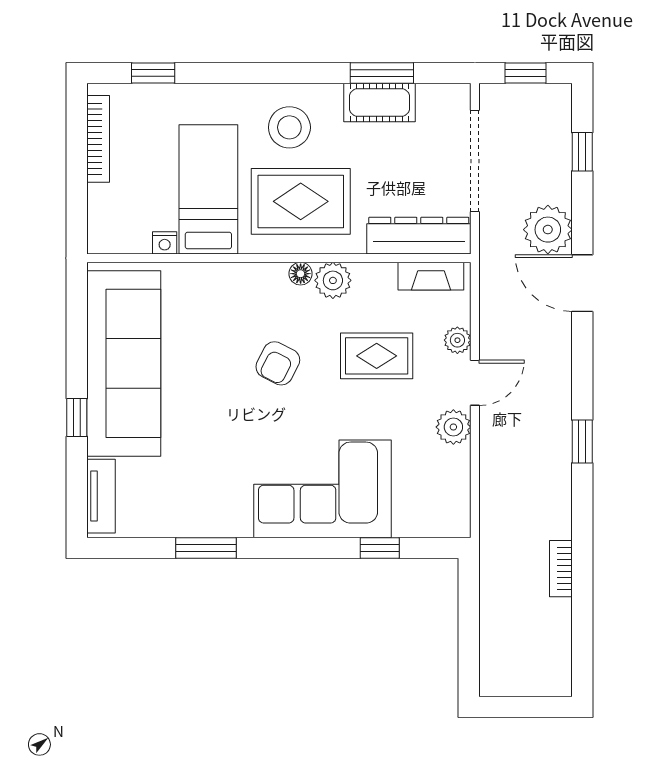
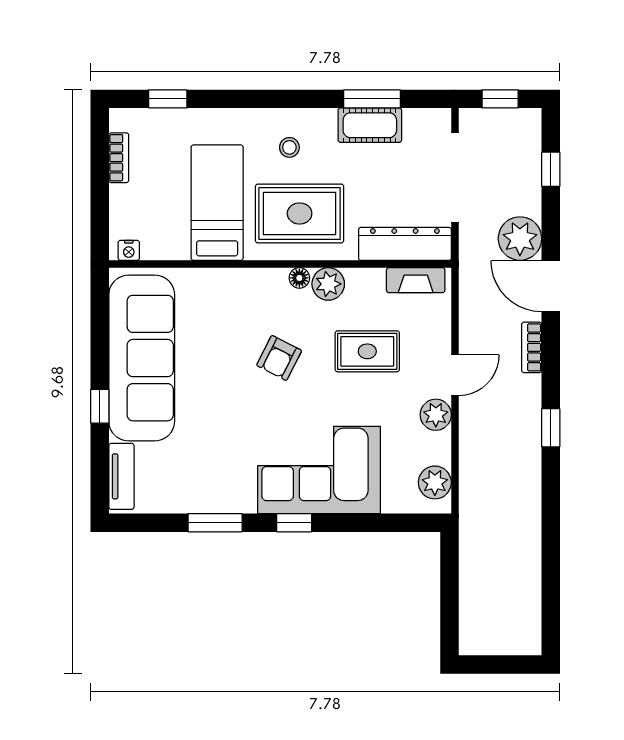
stool: (289, 127) -> (289, 147), width x0.53, depth x0.53
bookcase: (98, 139) -> (119, 158), width x0.64
nightstand: (165, 243) -> (129, 250), moved
plant: (457, 340) -> (435, 482), moved, width x1.38, depth x1.38
window: (380, 548) -> (294, 523), moved
bookcase: (561, 569) -> (532, 347), moved

